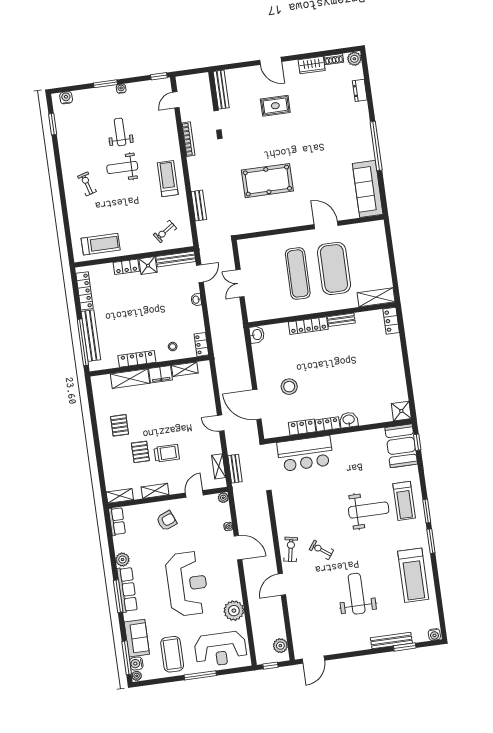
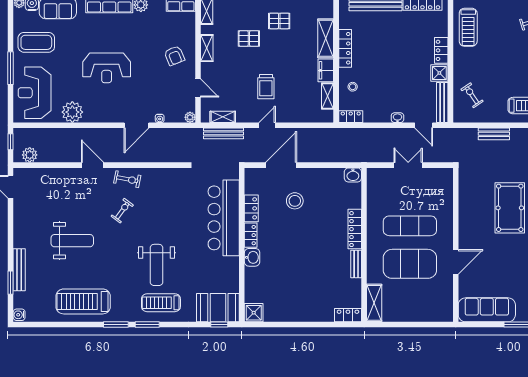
trolley: (167, 453) -> (266, 87), moved
bar counter: (305, 454) -> (224, 218), width x1.36
bench: (235, 469) -> (223, 133), width x1.36
reception desk: (187, 584) -> (107, 68), width x0.74, depth x0.77

